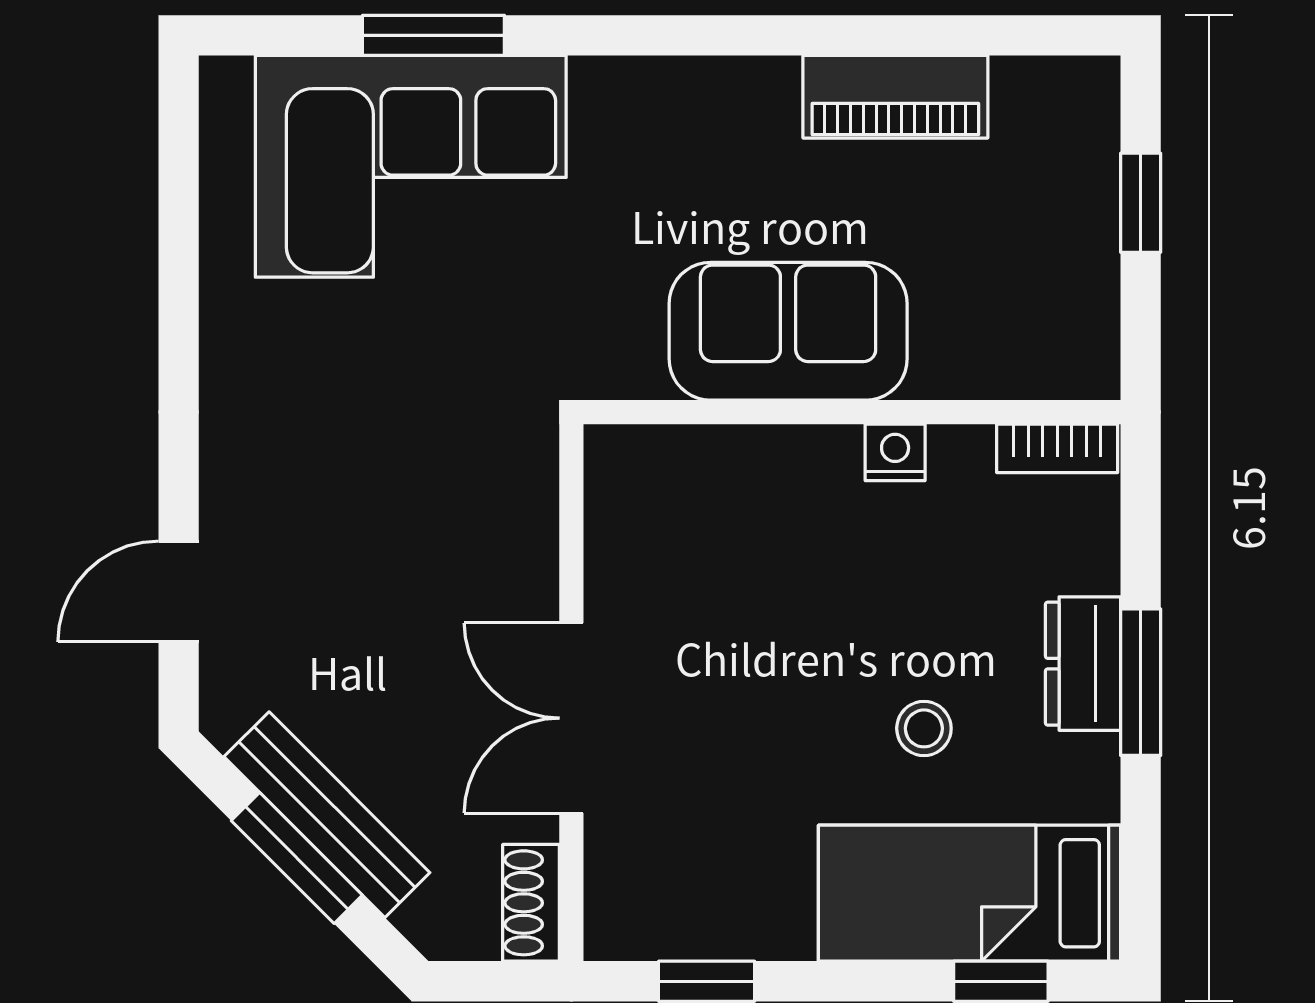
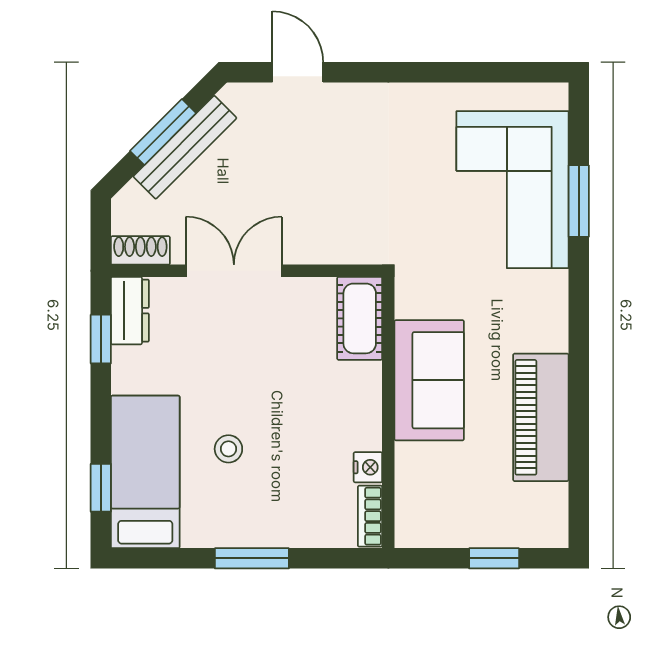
piano: (895, 97) -> (541, 417), width x1.37, depth x1.33
nightstand: (895, 452) -> (368, 467), moved
cot: (666, 469) -> (360, 318), added
dresser: (1083, 664) -> (130, 311), moved, turned 90

